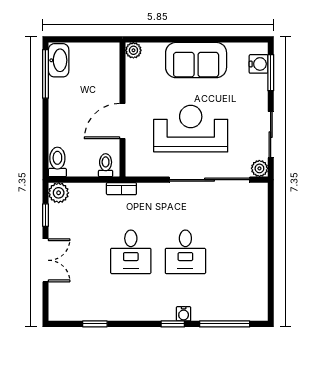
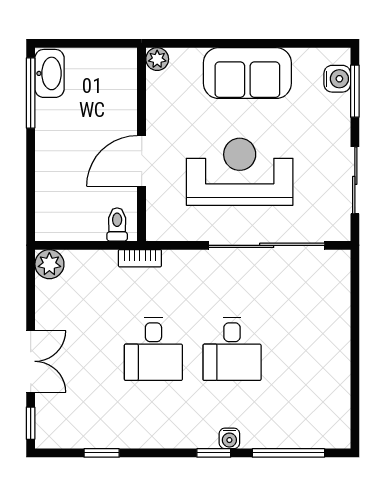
toilet: (57, 162) -> (48, 220), removed
plant: (259, 168) -> (339, 229), removed
window: (45, 215) -> (31, 423), moved

